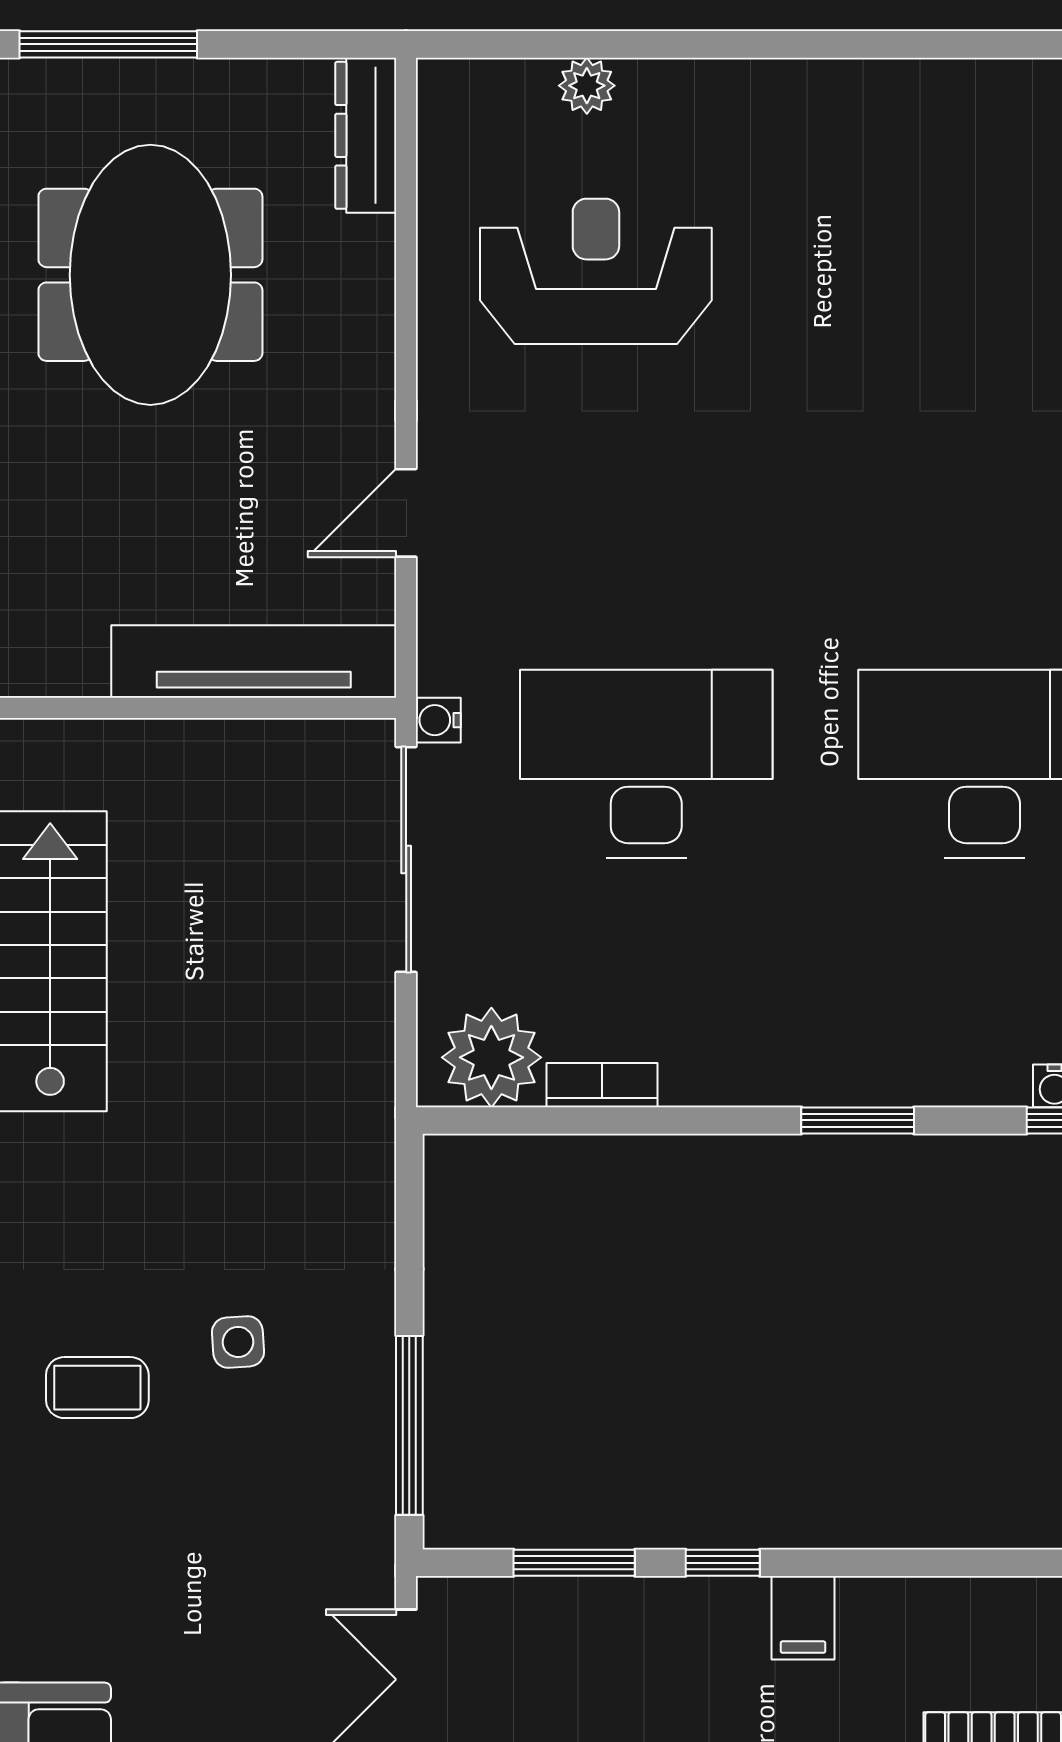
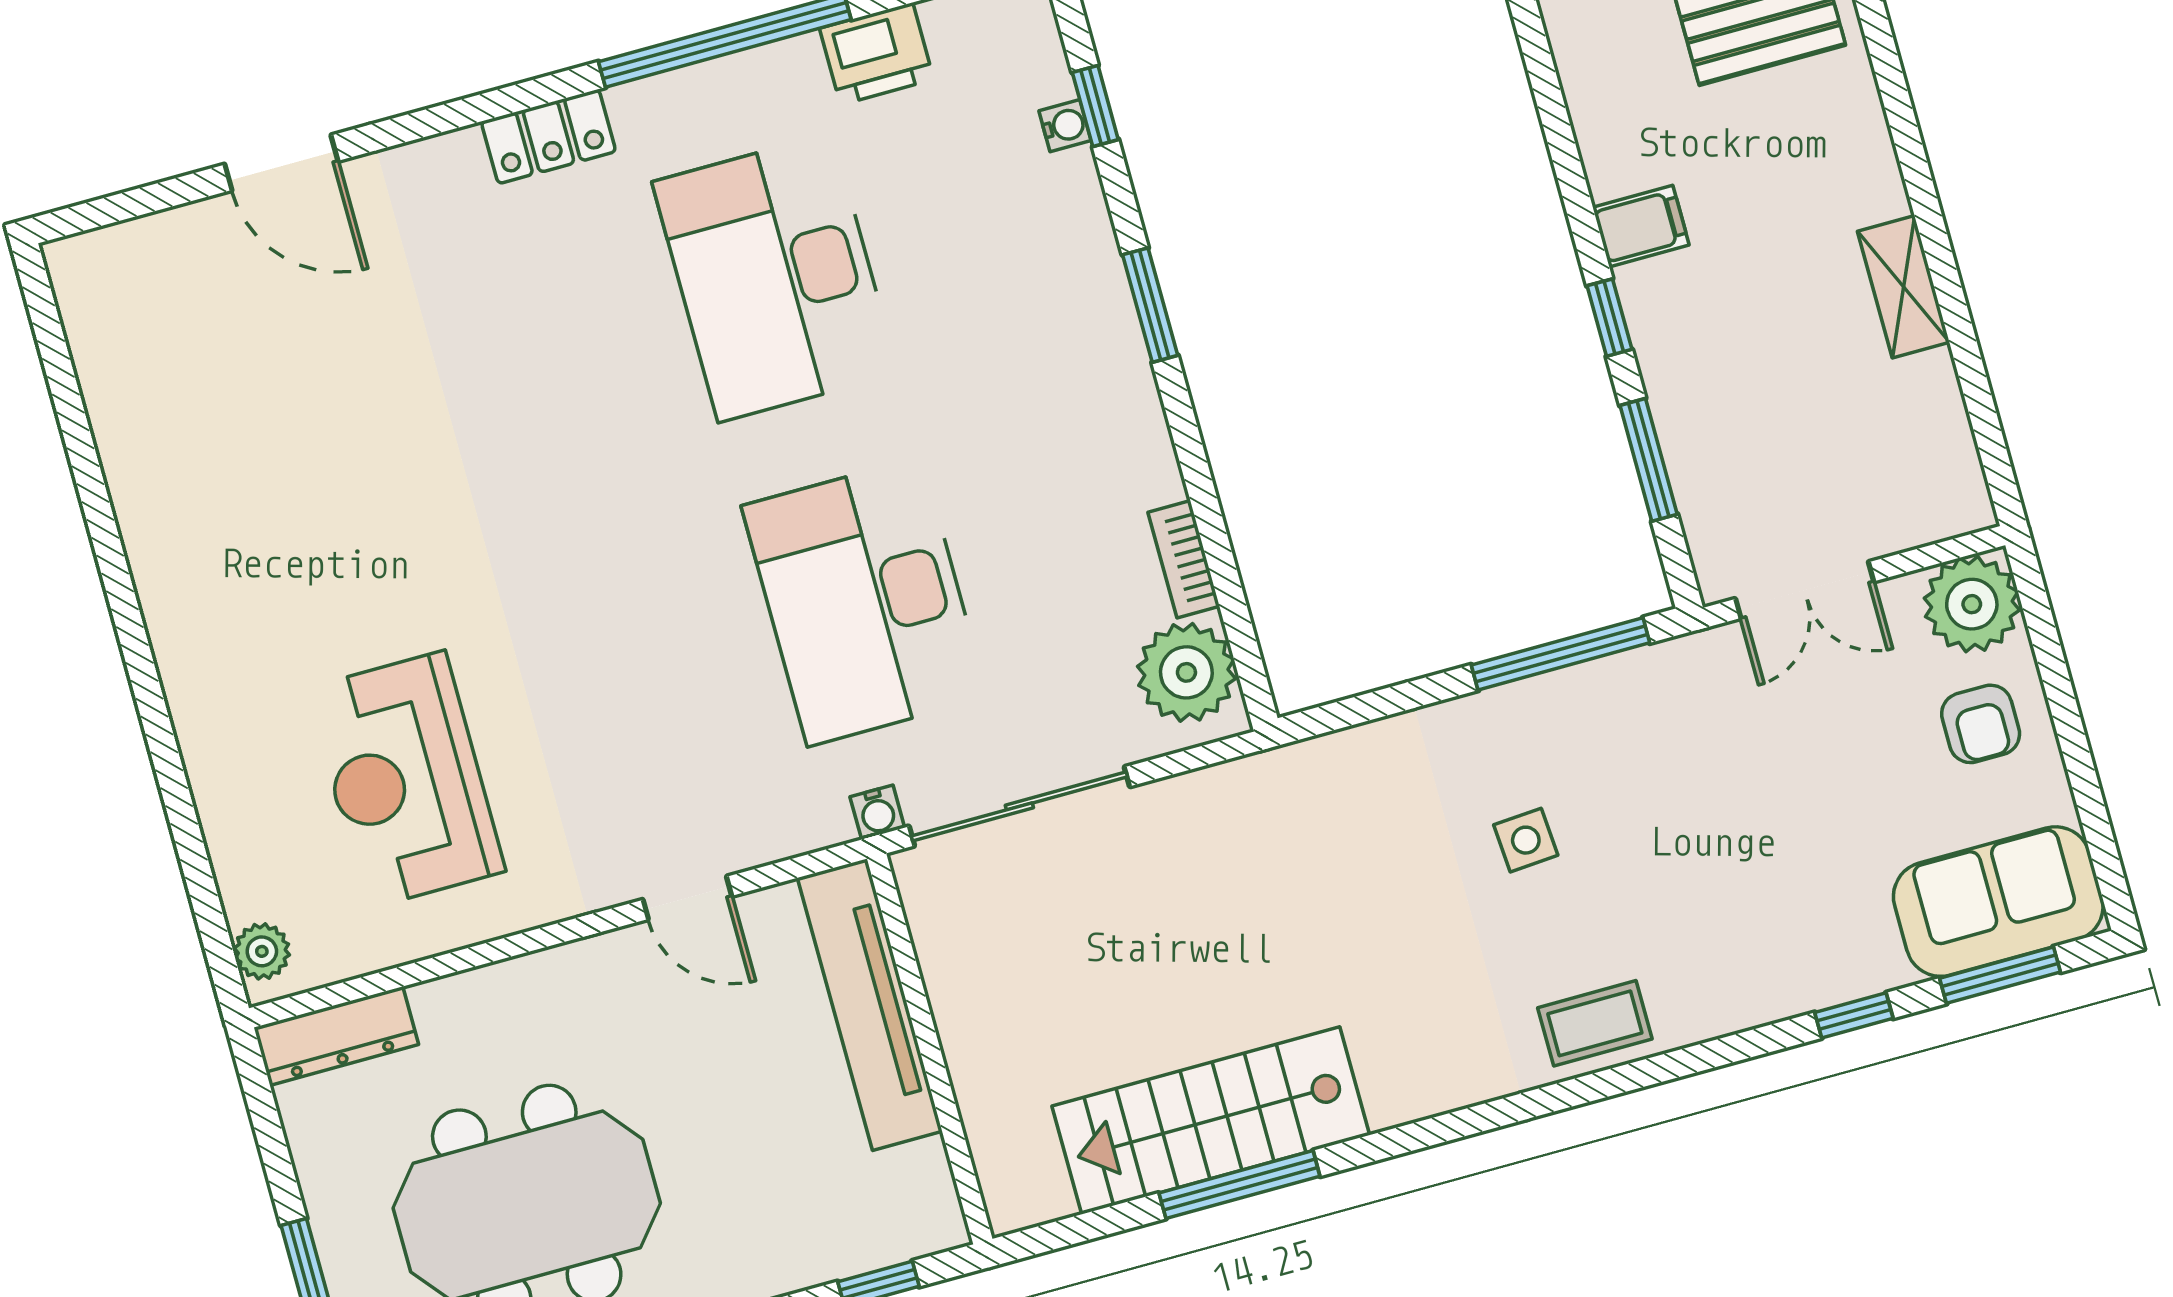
plant: (587, 86) -> (262, 951), moved
coffee table: (97, 1388) -> (1595, 1023), moved, turned 90

